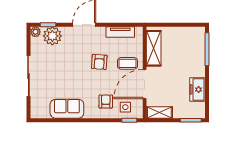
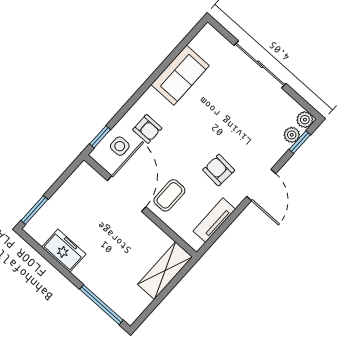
plant: (52, 36) -> (292, 135), width x0.53, depth x0.53
shelving: (154, 48) -> (165, 271), moved, turned 90
armchair: (99, 62) -> (219, 170), moved
shelving: (159, 113) -> (77, 181), removed

